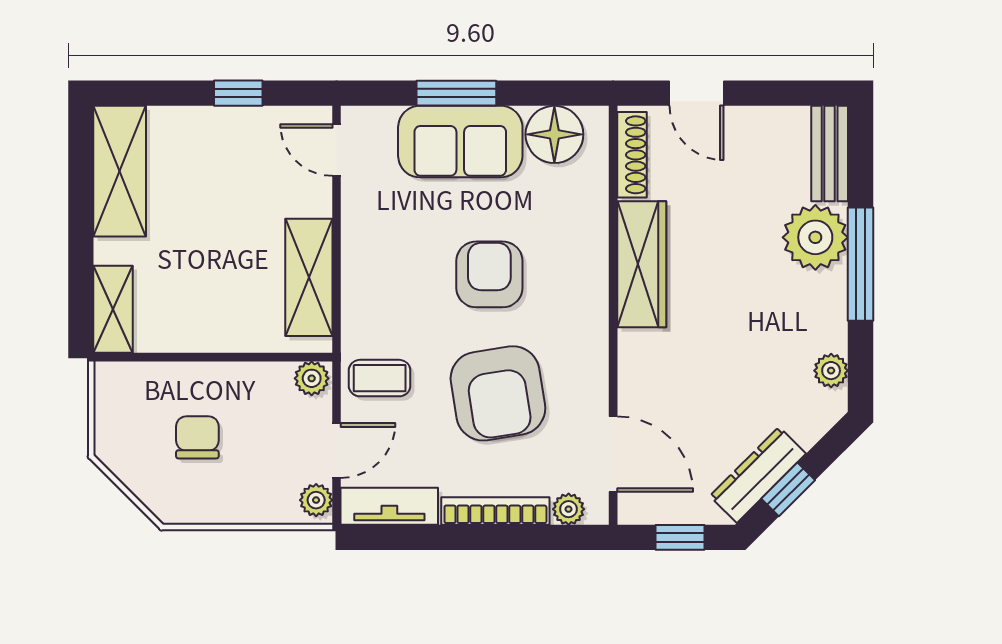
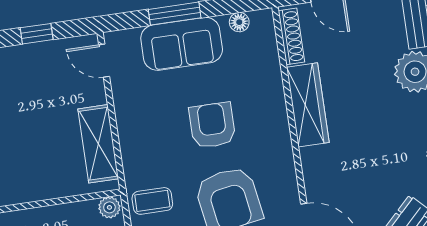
floor lamp: (554, 134) -> (239, 22), width x0.53, depth x0.53

